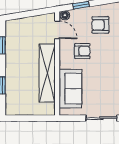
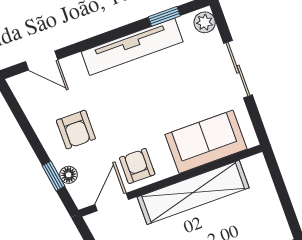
floor lamp: (65, 15) -> (69, 175), moved
armchair: (82, 51) -> (137, 166), moved

